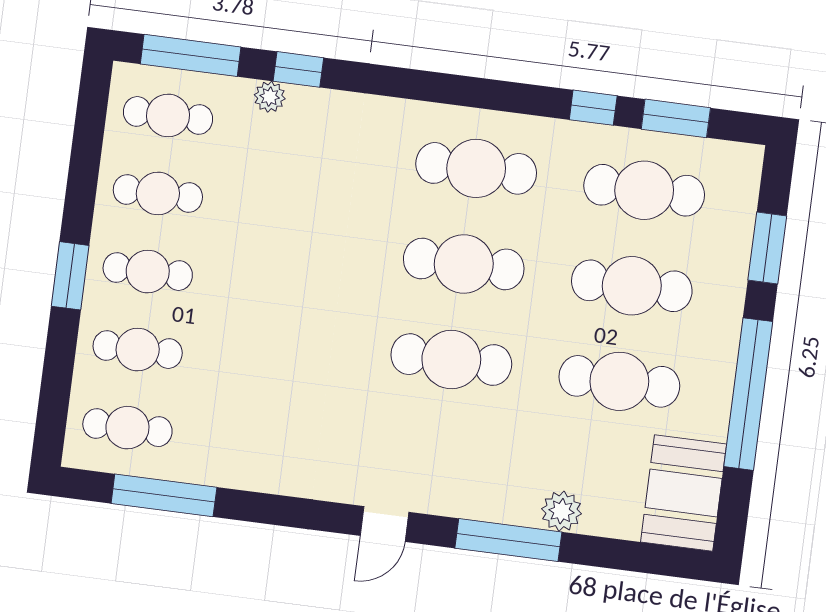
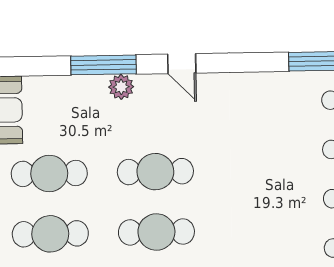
plant: (561, 511) -> (121, 87), moved
door: (385, 524) -> (182, 64), swing flipped

